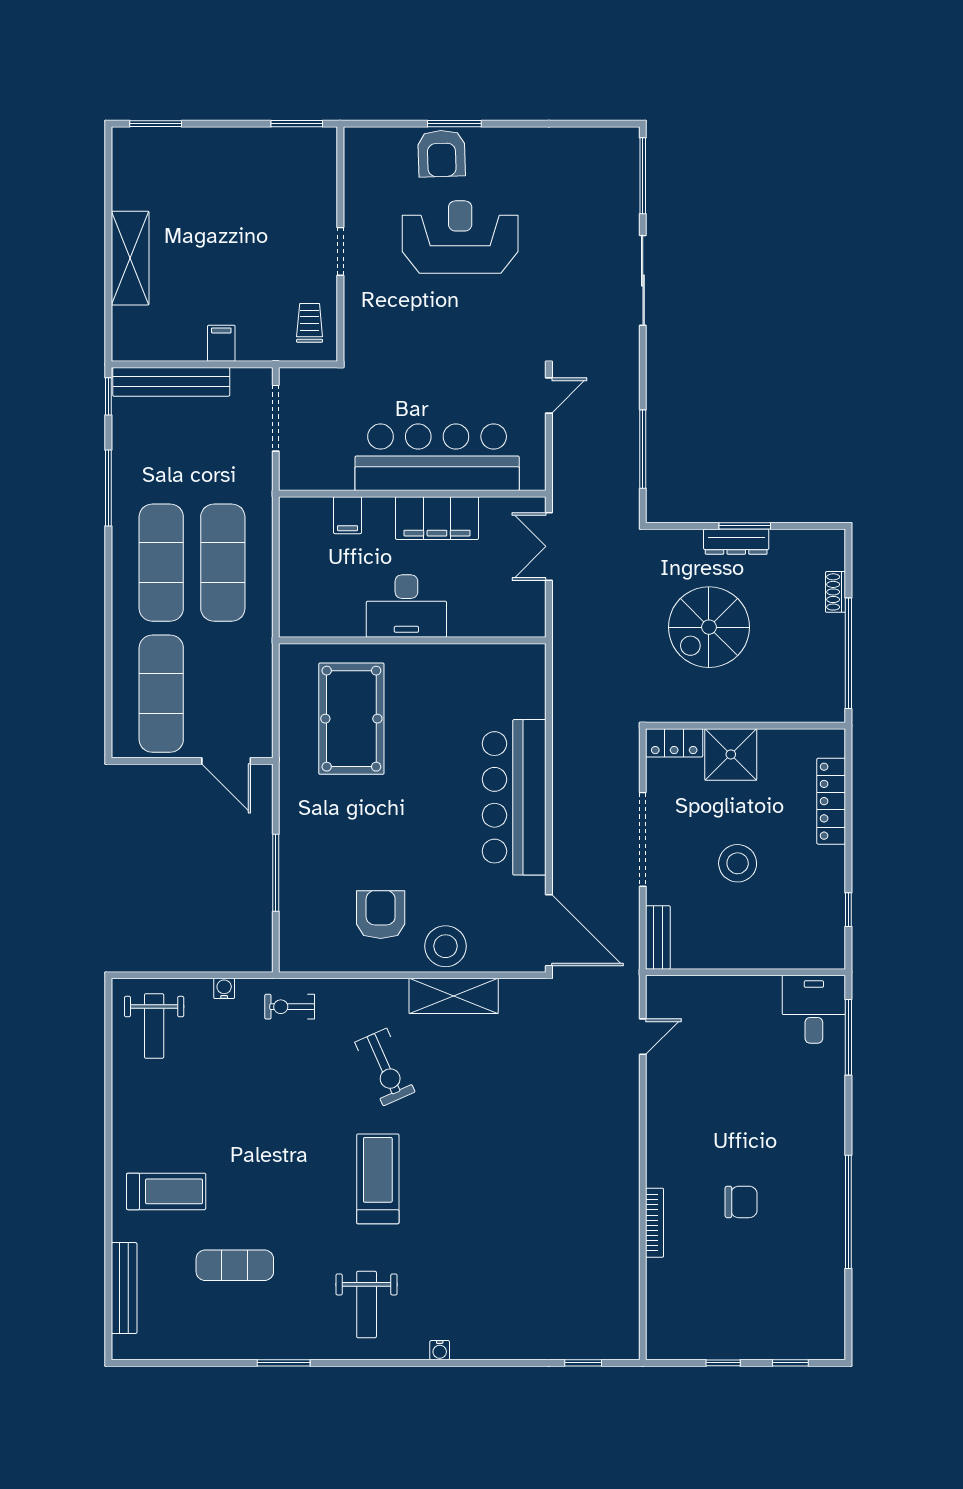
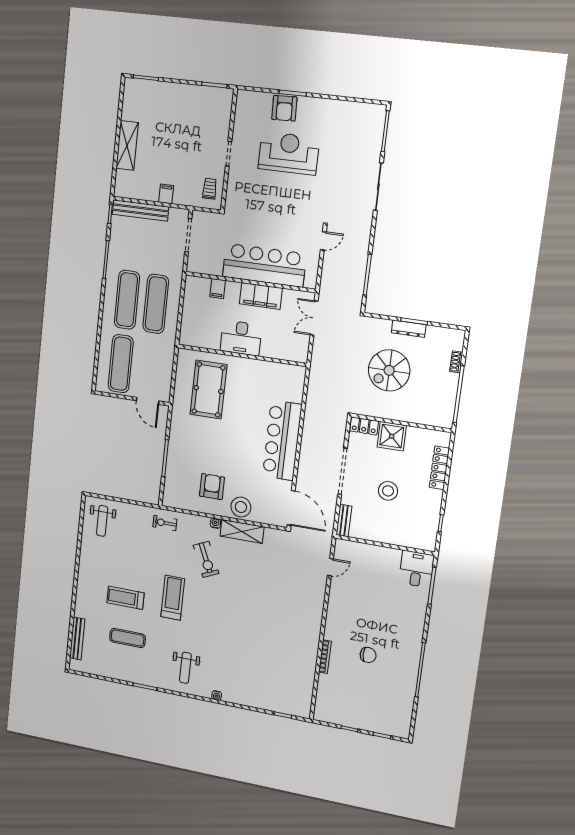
water cooler: (224, 988) -> (215, 523), moved
treadmill: (378, 1179) -> (173, 598), moved
treadmill: (166, 1191) -> (125, 598), moved, turned 180

